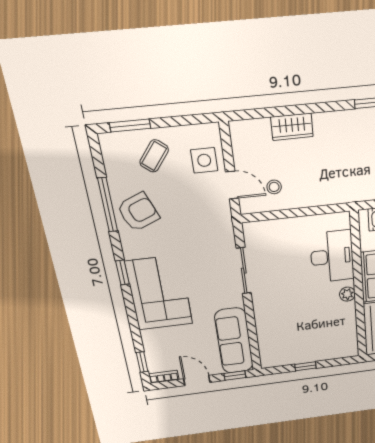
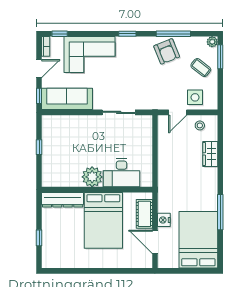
plant: (108, 141) -> (212, 42), added
stool: (274, 187) -> (200, 125), moved
corner sofa: (159, 293) -> (90, 55), moved
plant: (347, 294) -> (92, 177), width x1.88, depth x1.88

